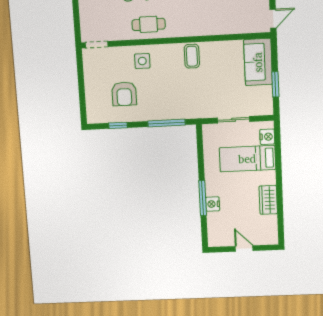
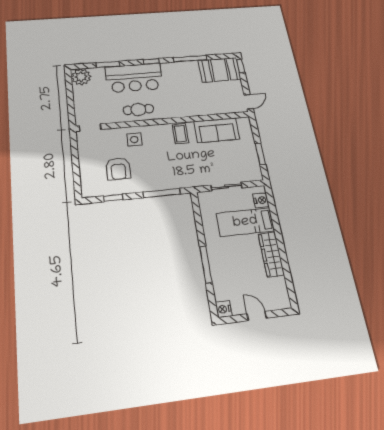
sofa: (258, 62) -> (217, 130), moved, turned -90
wardrobe: (268, 200) -> (271, 254), width x1.50
nightstand: (213, 204) -> (224, 309), moved

